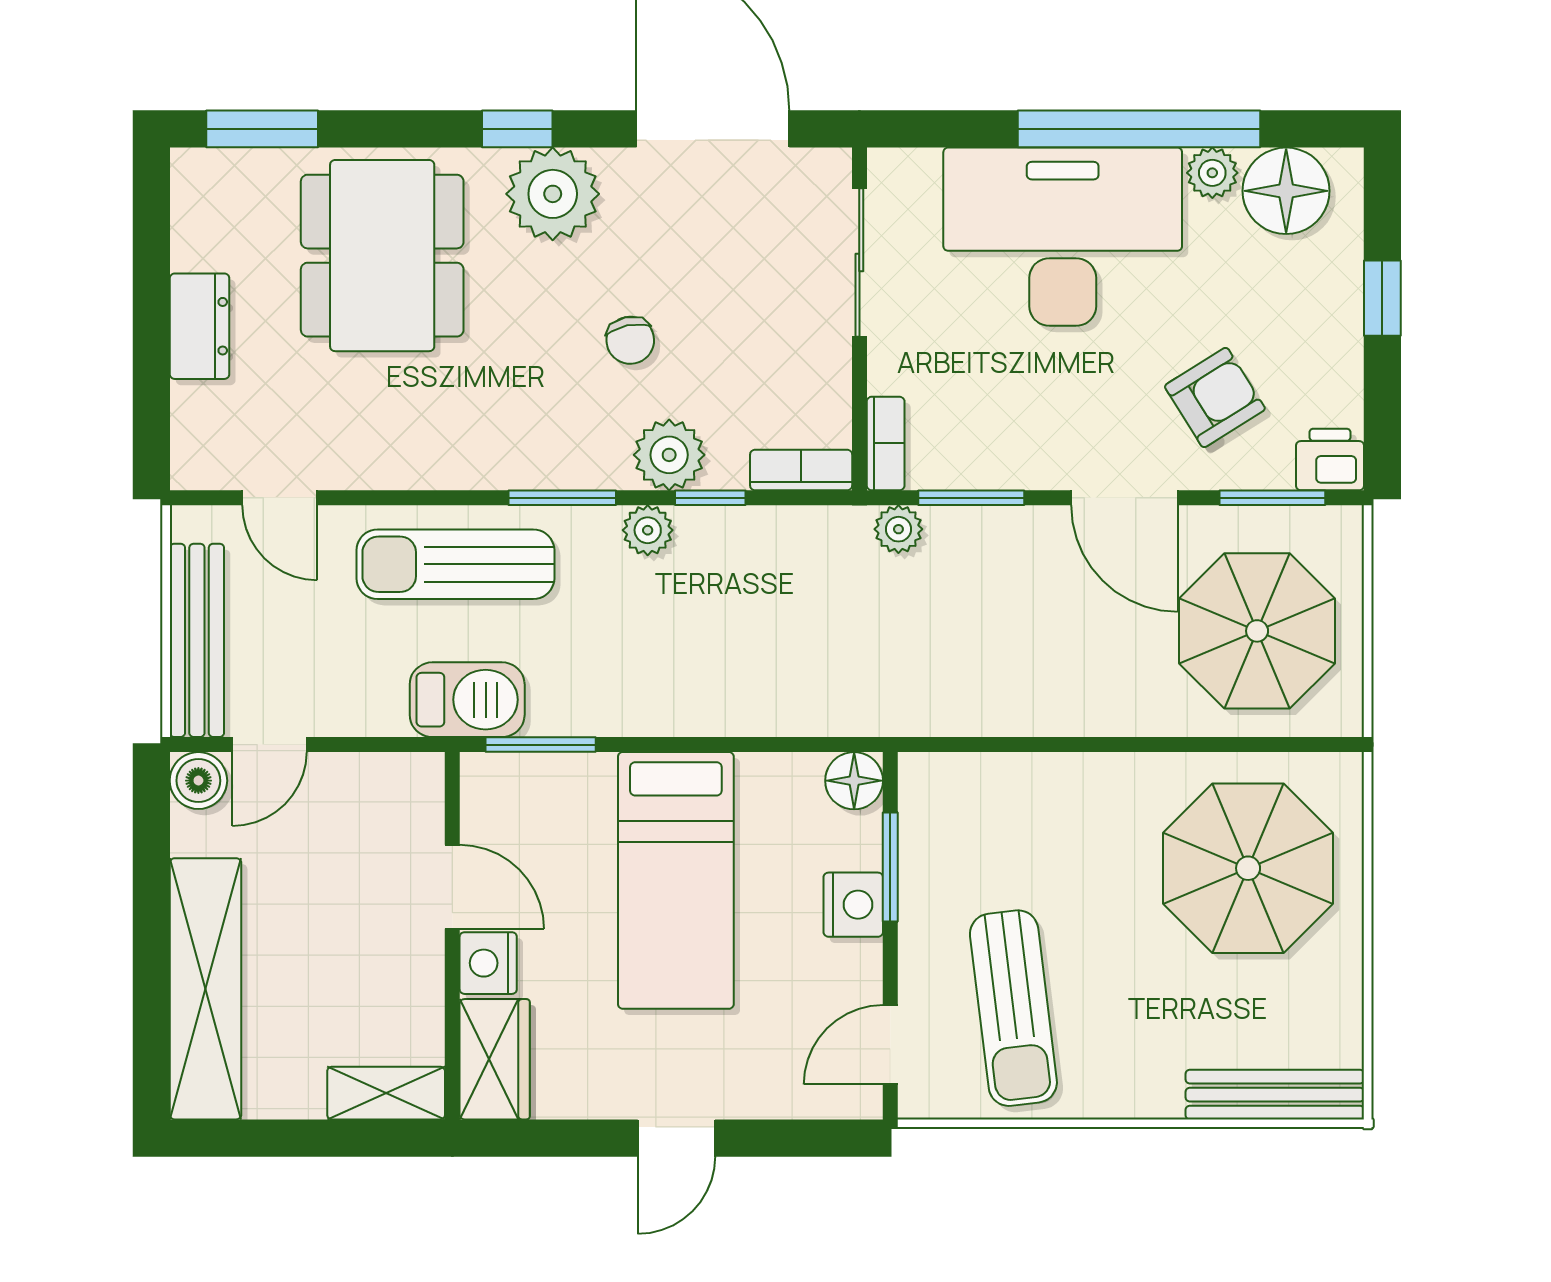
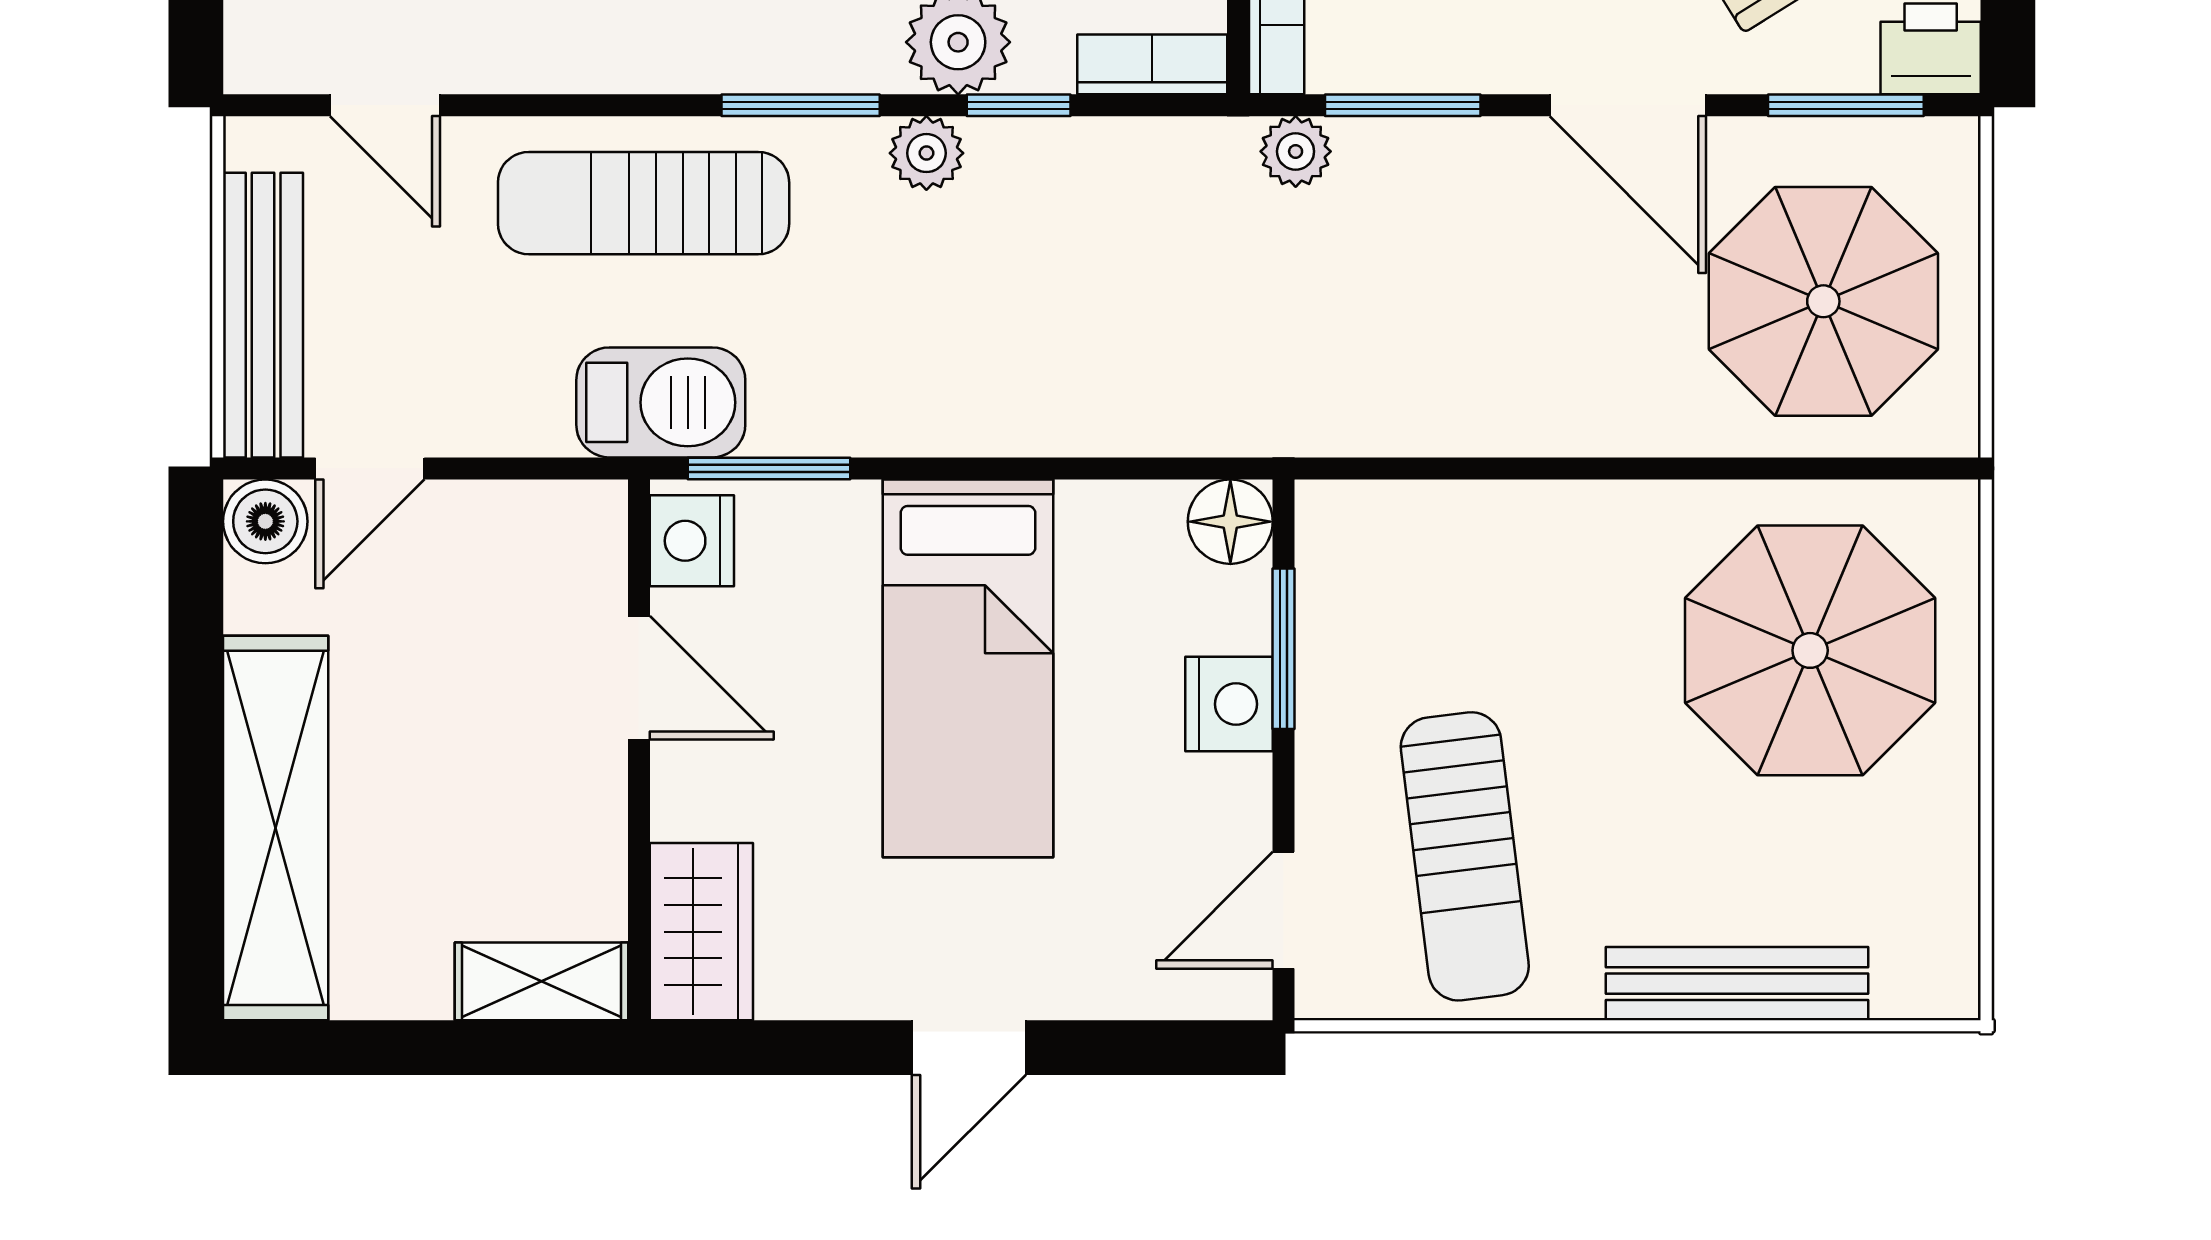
nightstand: (488, 963) -> (692, 541), moved
bench: (1275, 1095) -> (1737, 984), moved

